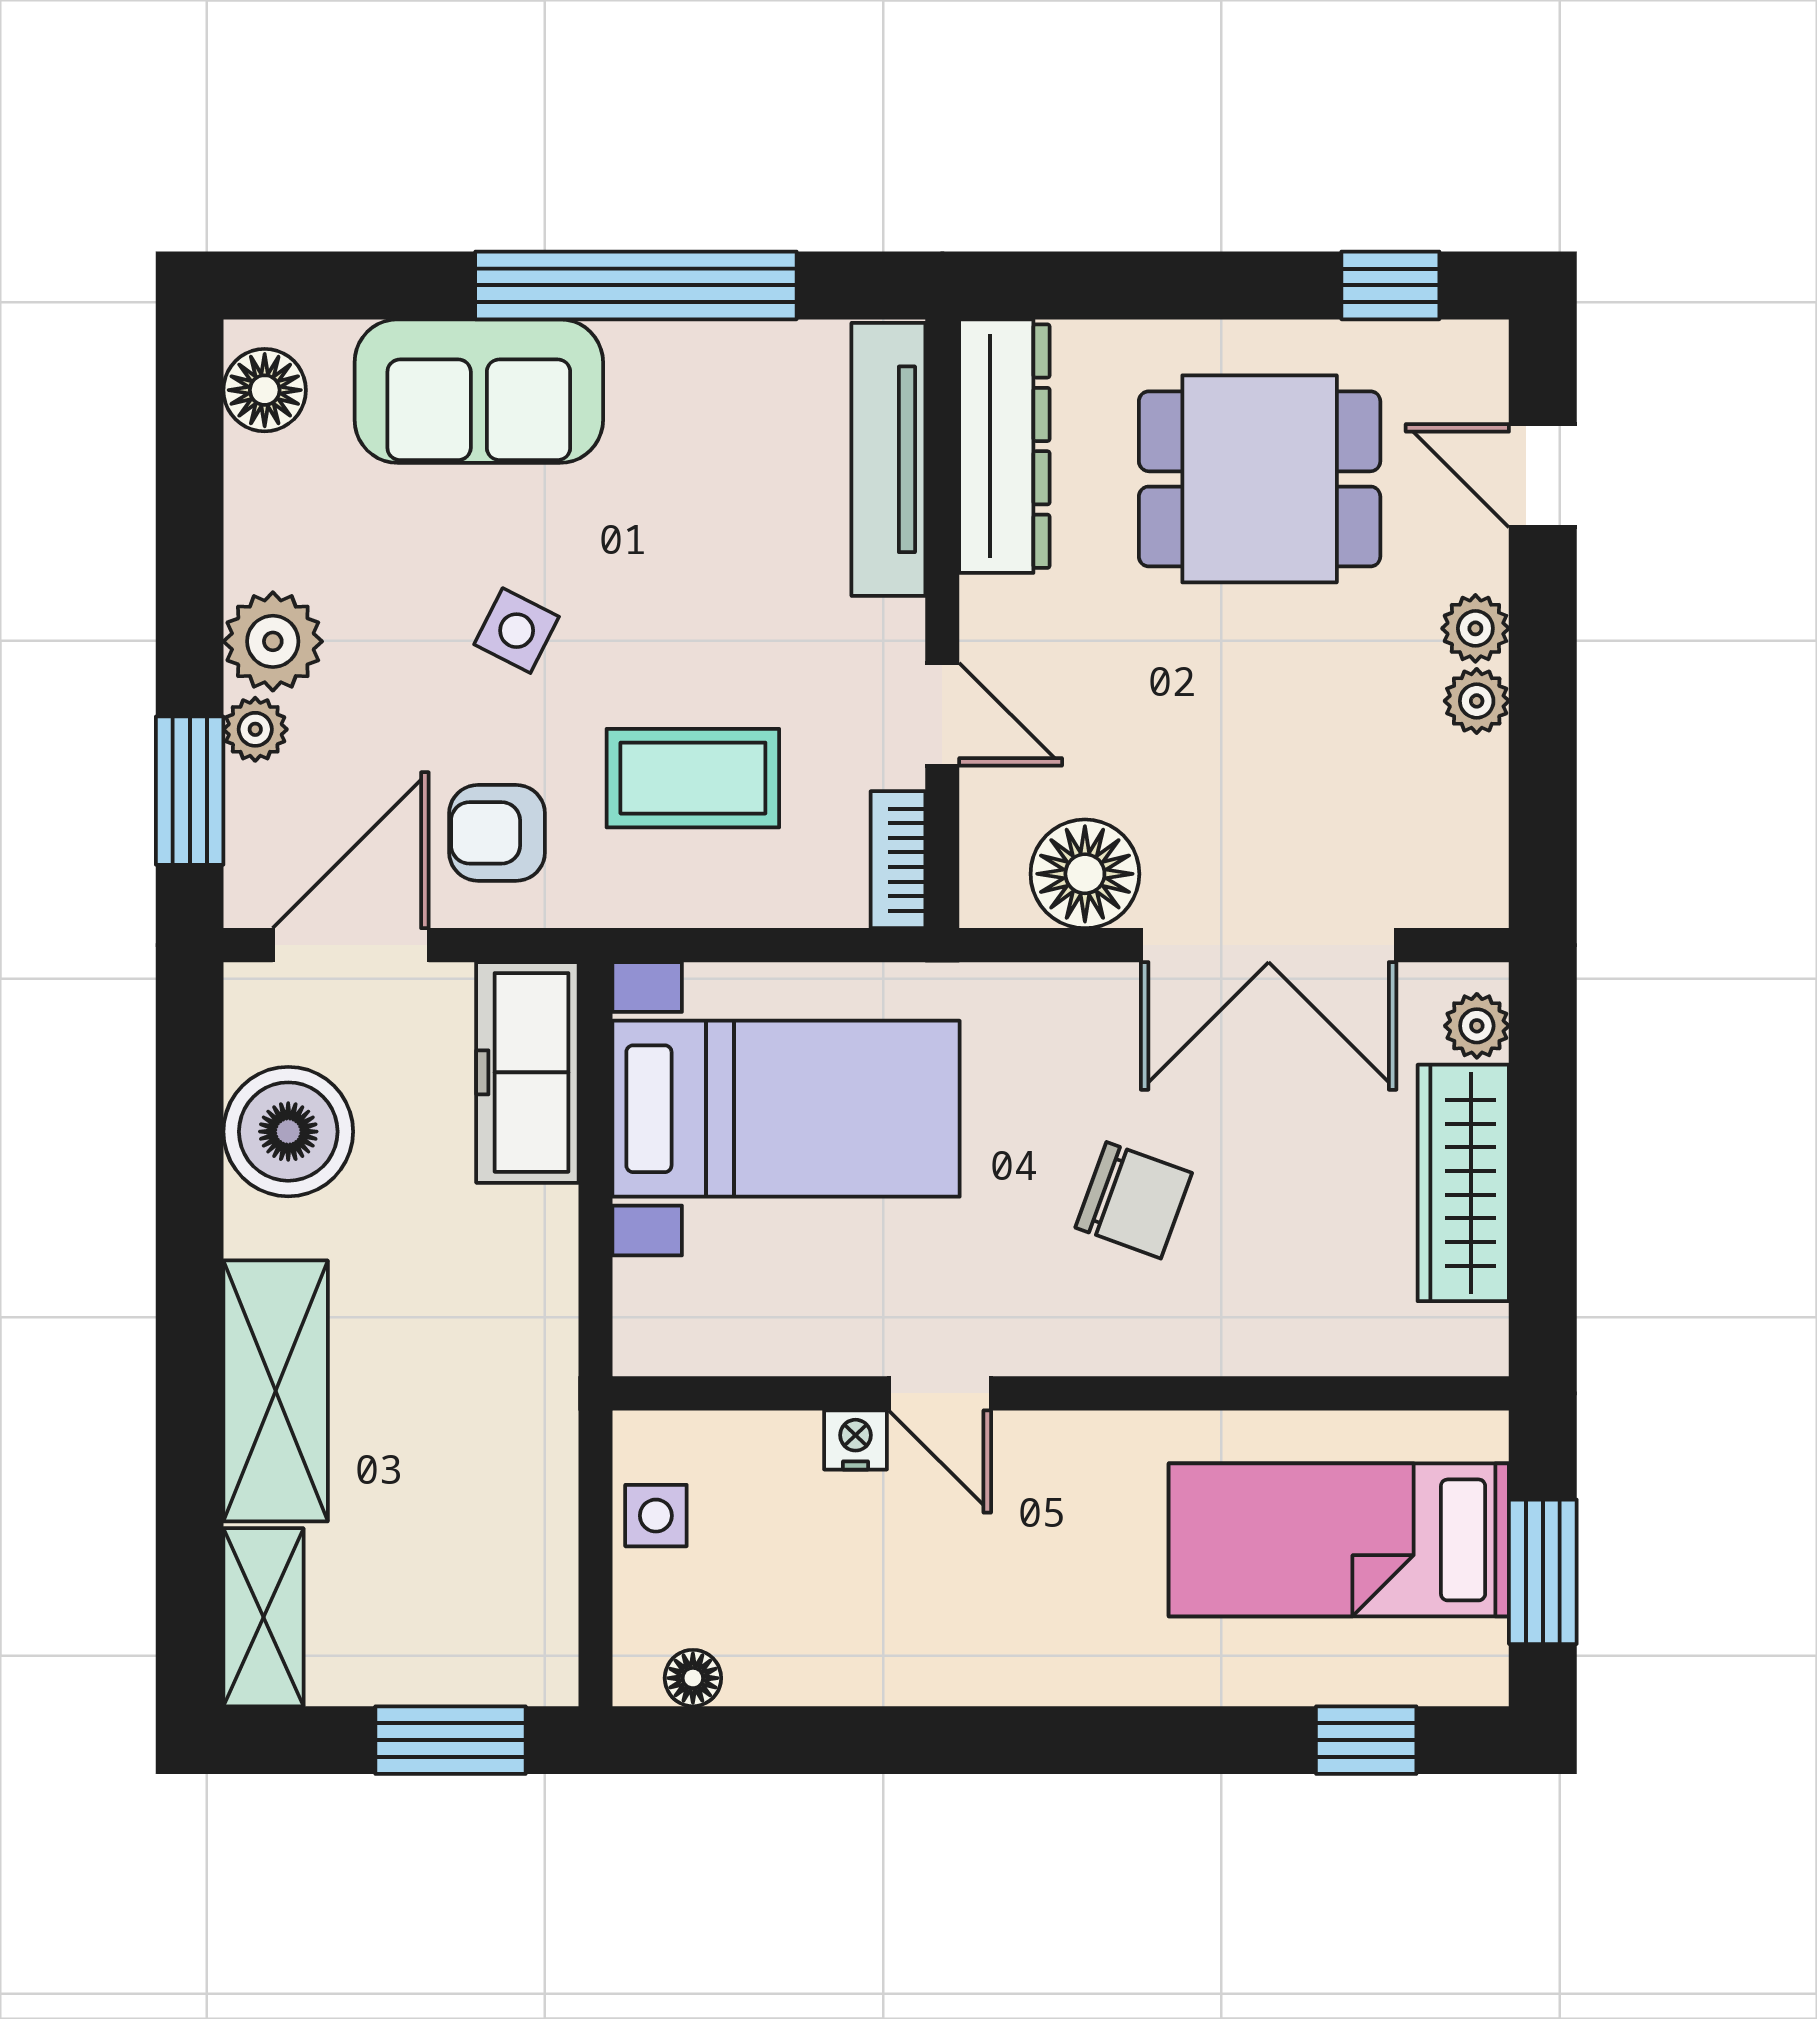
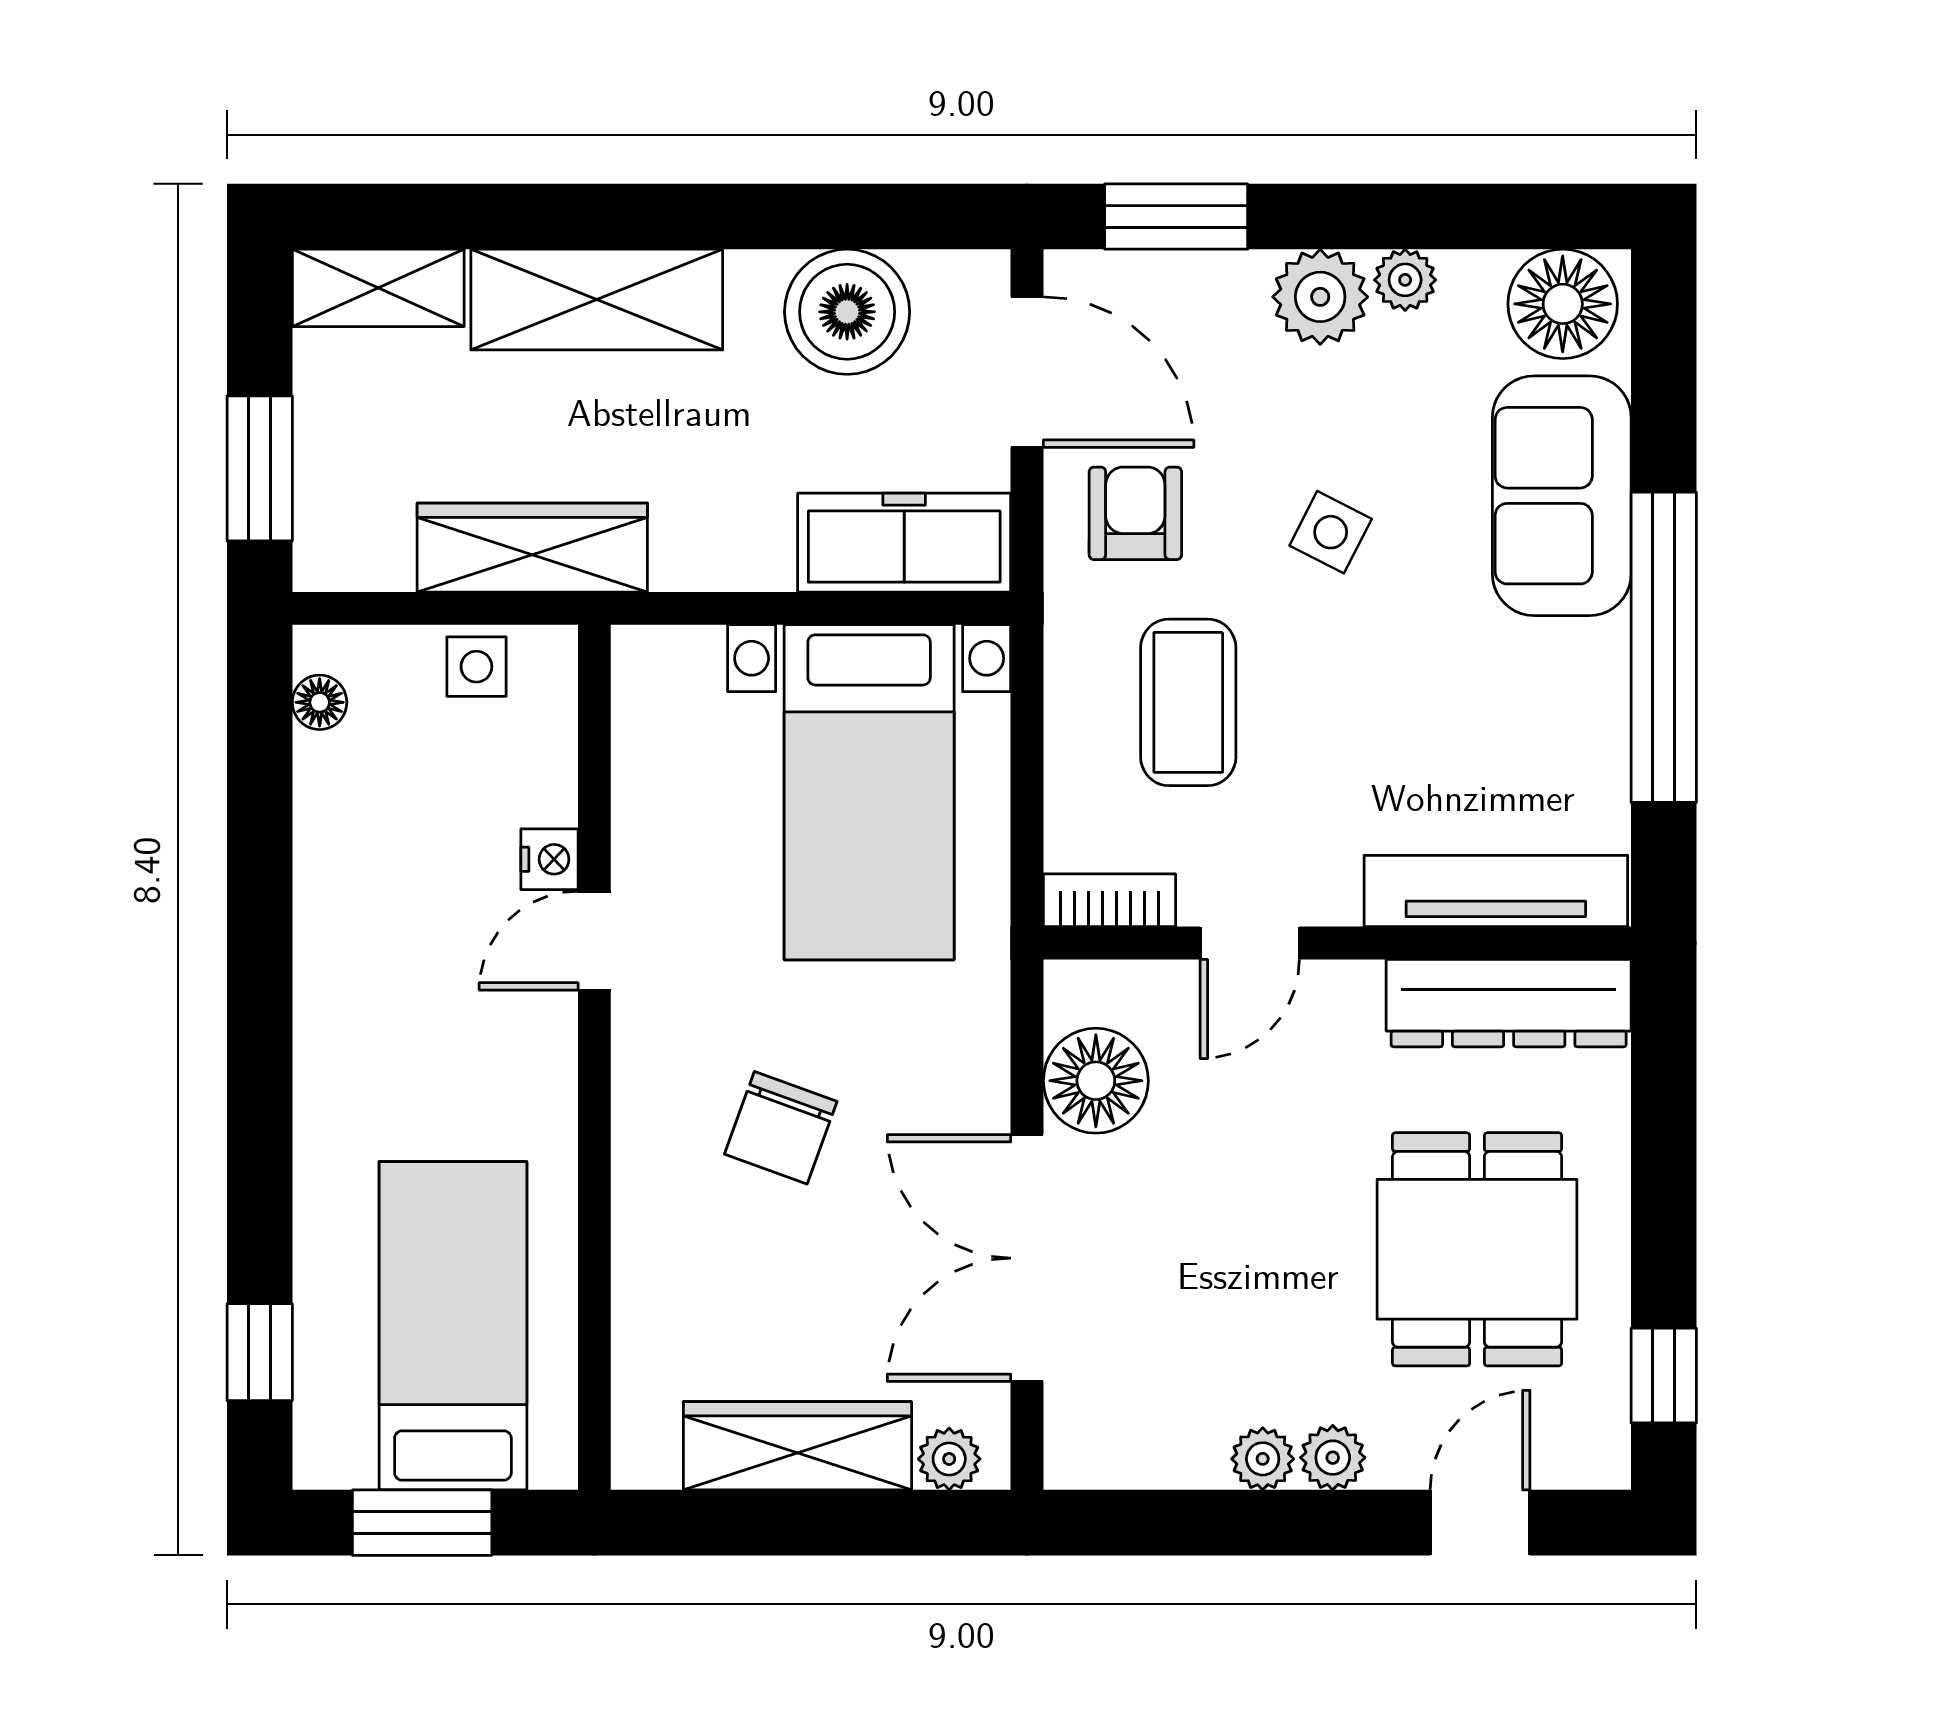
floor lamp: (265, 390) -> (1563, 304), width x1.38, depth x1.38
plant: (255, 729) -> (1405, 280), moved
wardrobe: (533, 1458) -> (532, 548), added

